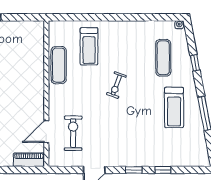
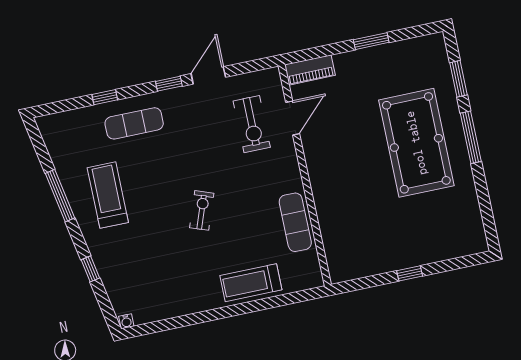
treadmill: (89, 46) -> (251, 283), moved, turned -90
exercise mat: (163, 58) -> (134, 123), moved, turned 90
window: (134, 170) -> (169, 84), moved

